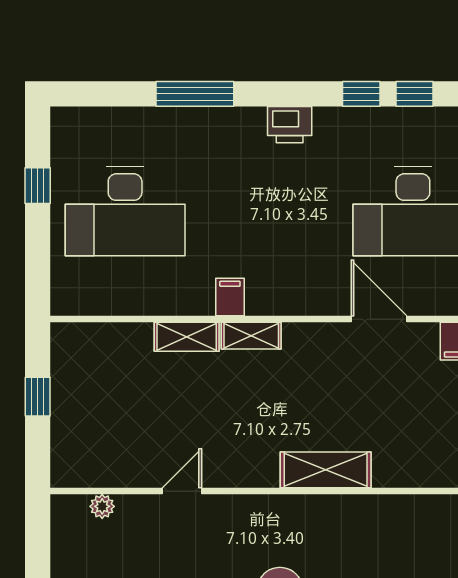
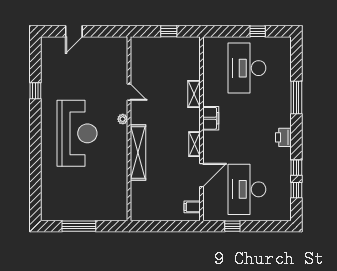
filing cabinet: (230, 297) -> (211, 118), width x2.00
shelving: (251, 336) -> (194, 144), moved
shelving: (326, 470) -> (138, 153), width x1.47
plant: (102, 506) -> (123, 119), moved

